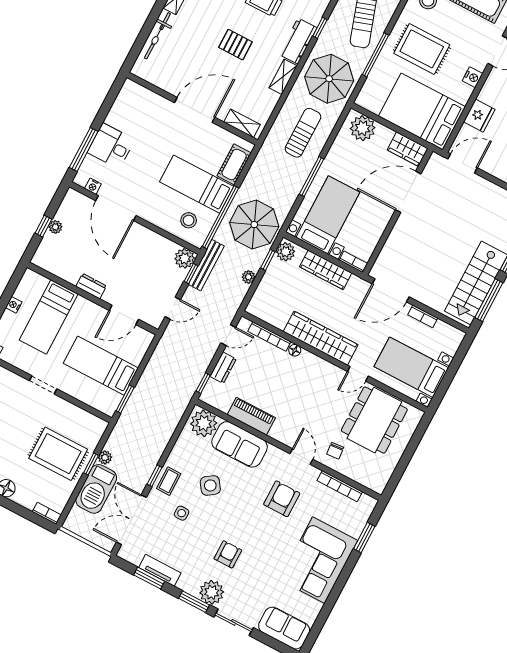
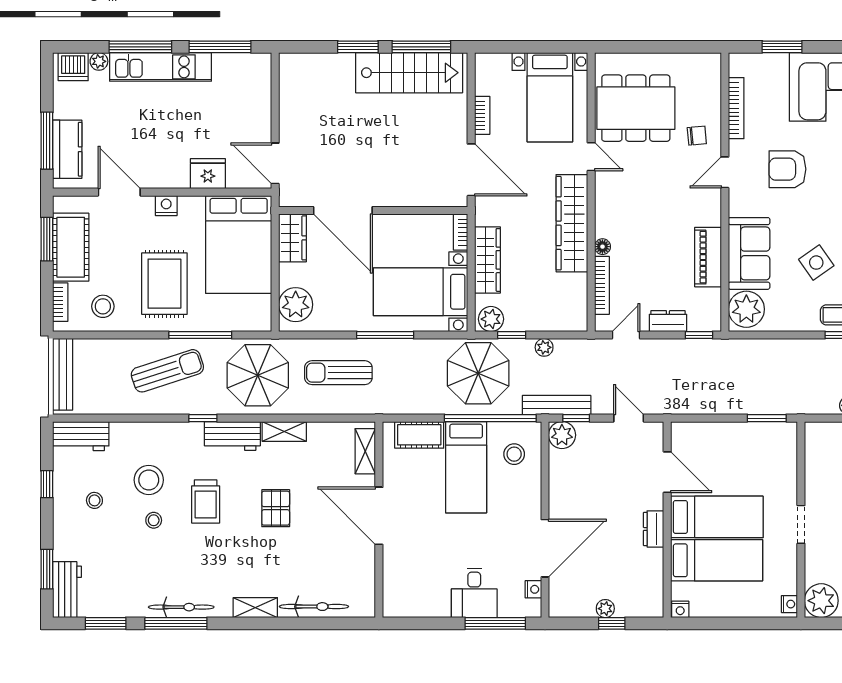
nightstand: (14, 305) -> (680, 609), moved
door: (228, 335) -> (626, 335), hinge flipped
bed: (101, 366) -> (717, 517), moved, turned -90

